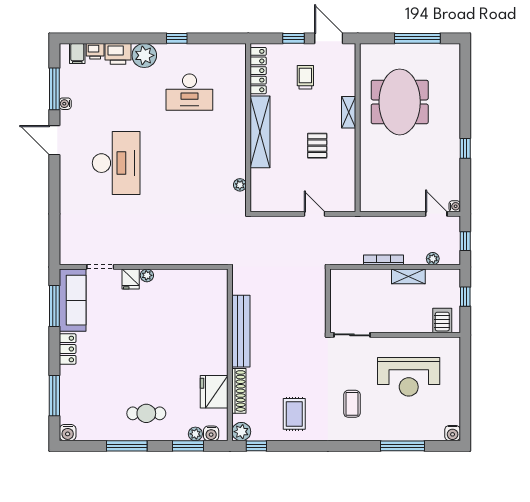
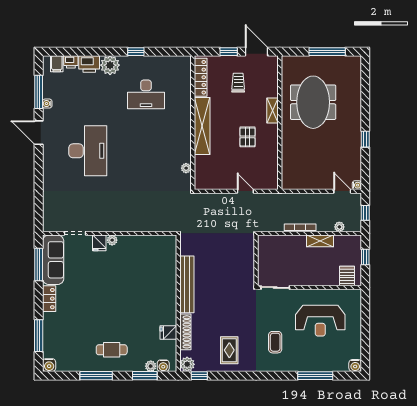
fridge: (214, 392) -> (168, 333), width x0.53, depth x0.75

